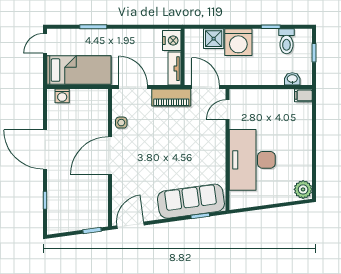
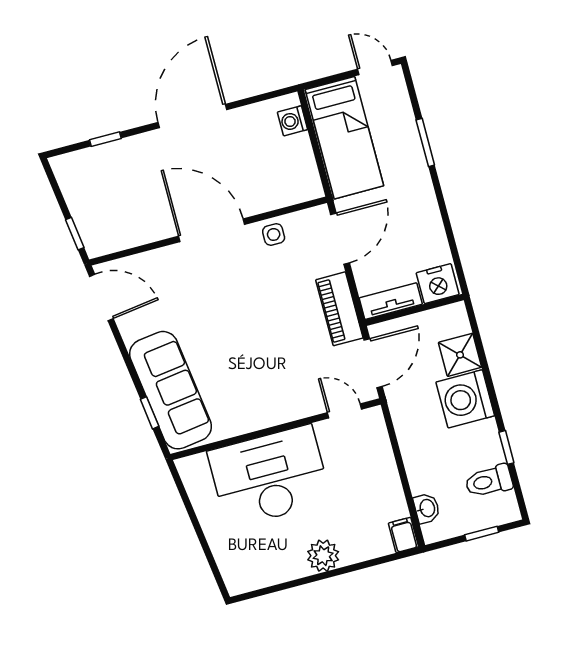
plant: (303, 189) -> (323, 556), moved

